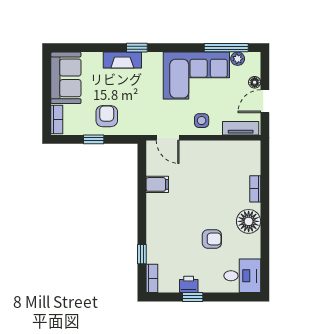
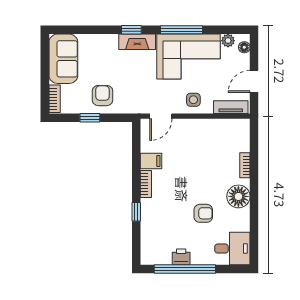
window: (226, 48) -> (181, 30), moved
fireplace: (122, 60) -> (137, 42), moved
floor lamp: (255, 82) -> (244, 47), moved
door: (168, 138) -> (161, 116), hinge flipped
window: (142, 254) -> (136, 212), moved
bookcase: (152, 278) -> (146, 184), moved
window: (193, 297) -> (185, 269), width x3.17

